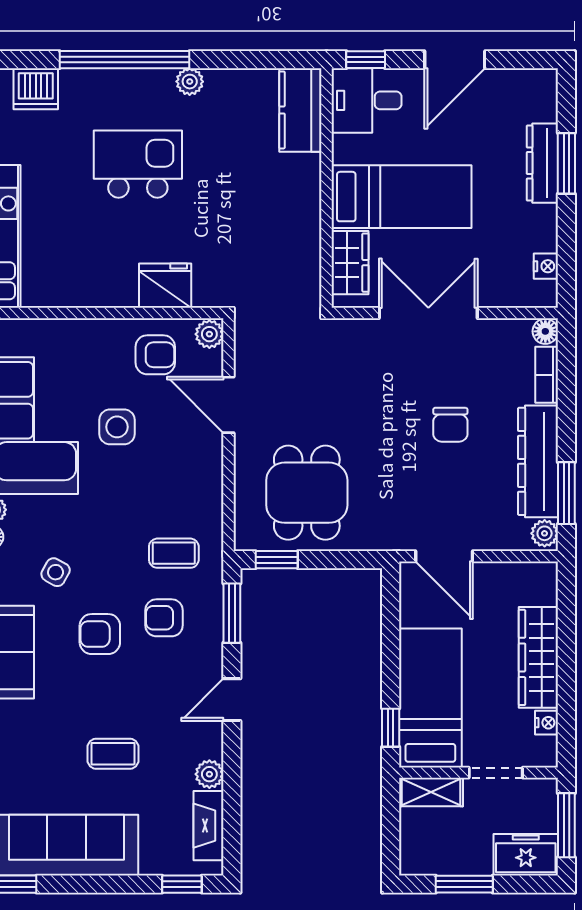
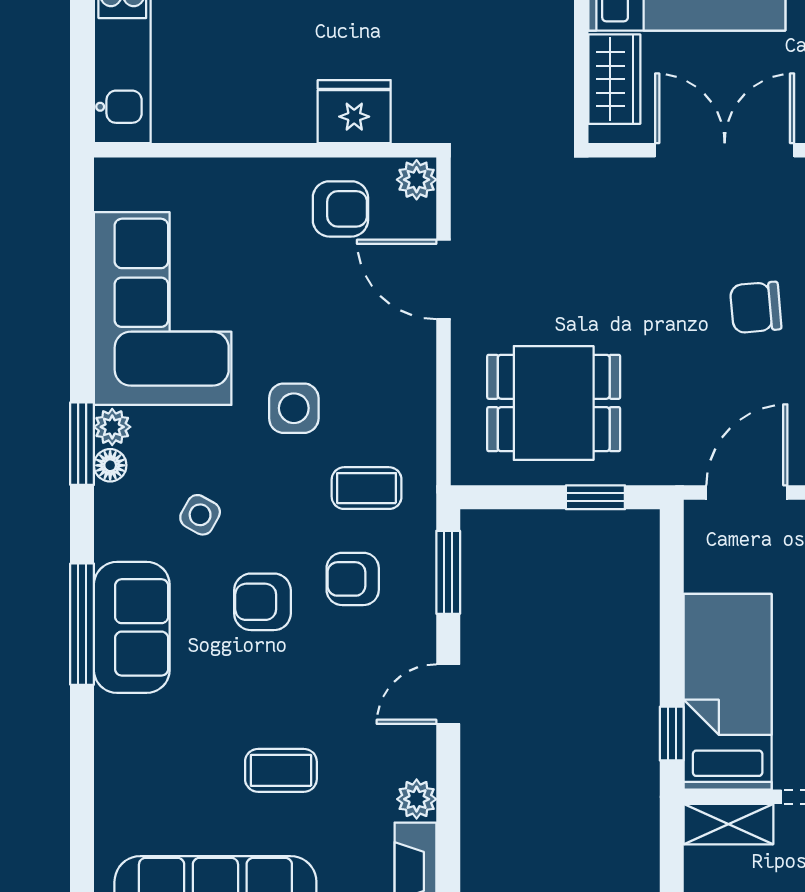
chair: (450, 425) -> (756, 307), turned 85
side table: (117, 427) -> (294, 408), moved
dining table: (307, 493) -> (554, 403), turned 90
door: (444, 556) -> (747, 492), swing flipped
window: (277, 560) -> (595, 497), moved

